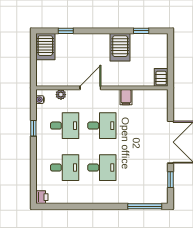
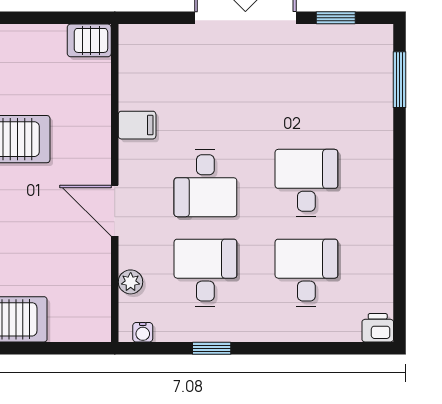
desk: (102, 126) -> (205, 183), turned 180
window: (145, 206) -> (400, 80), width x0.69

